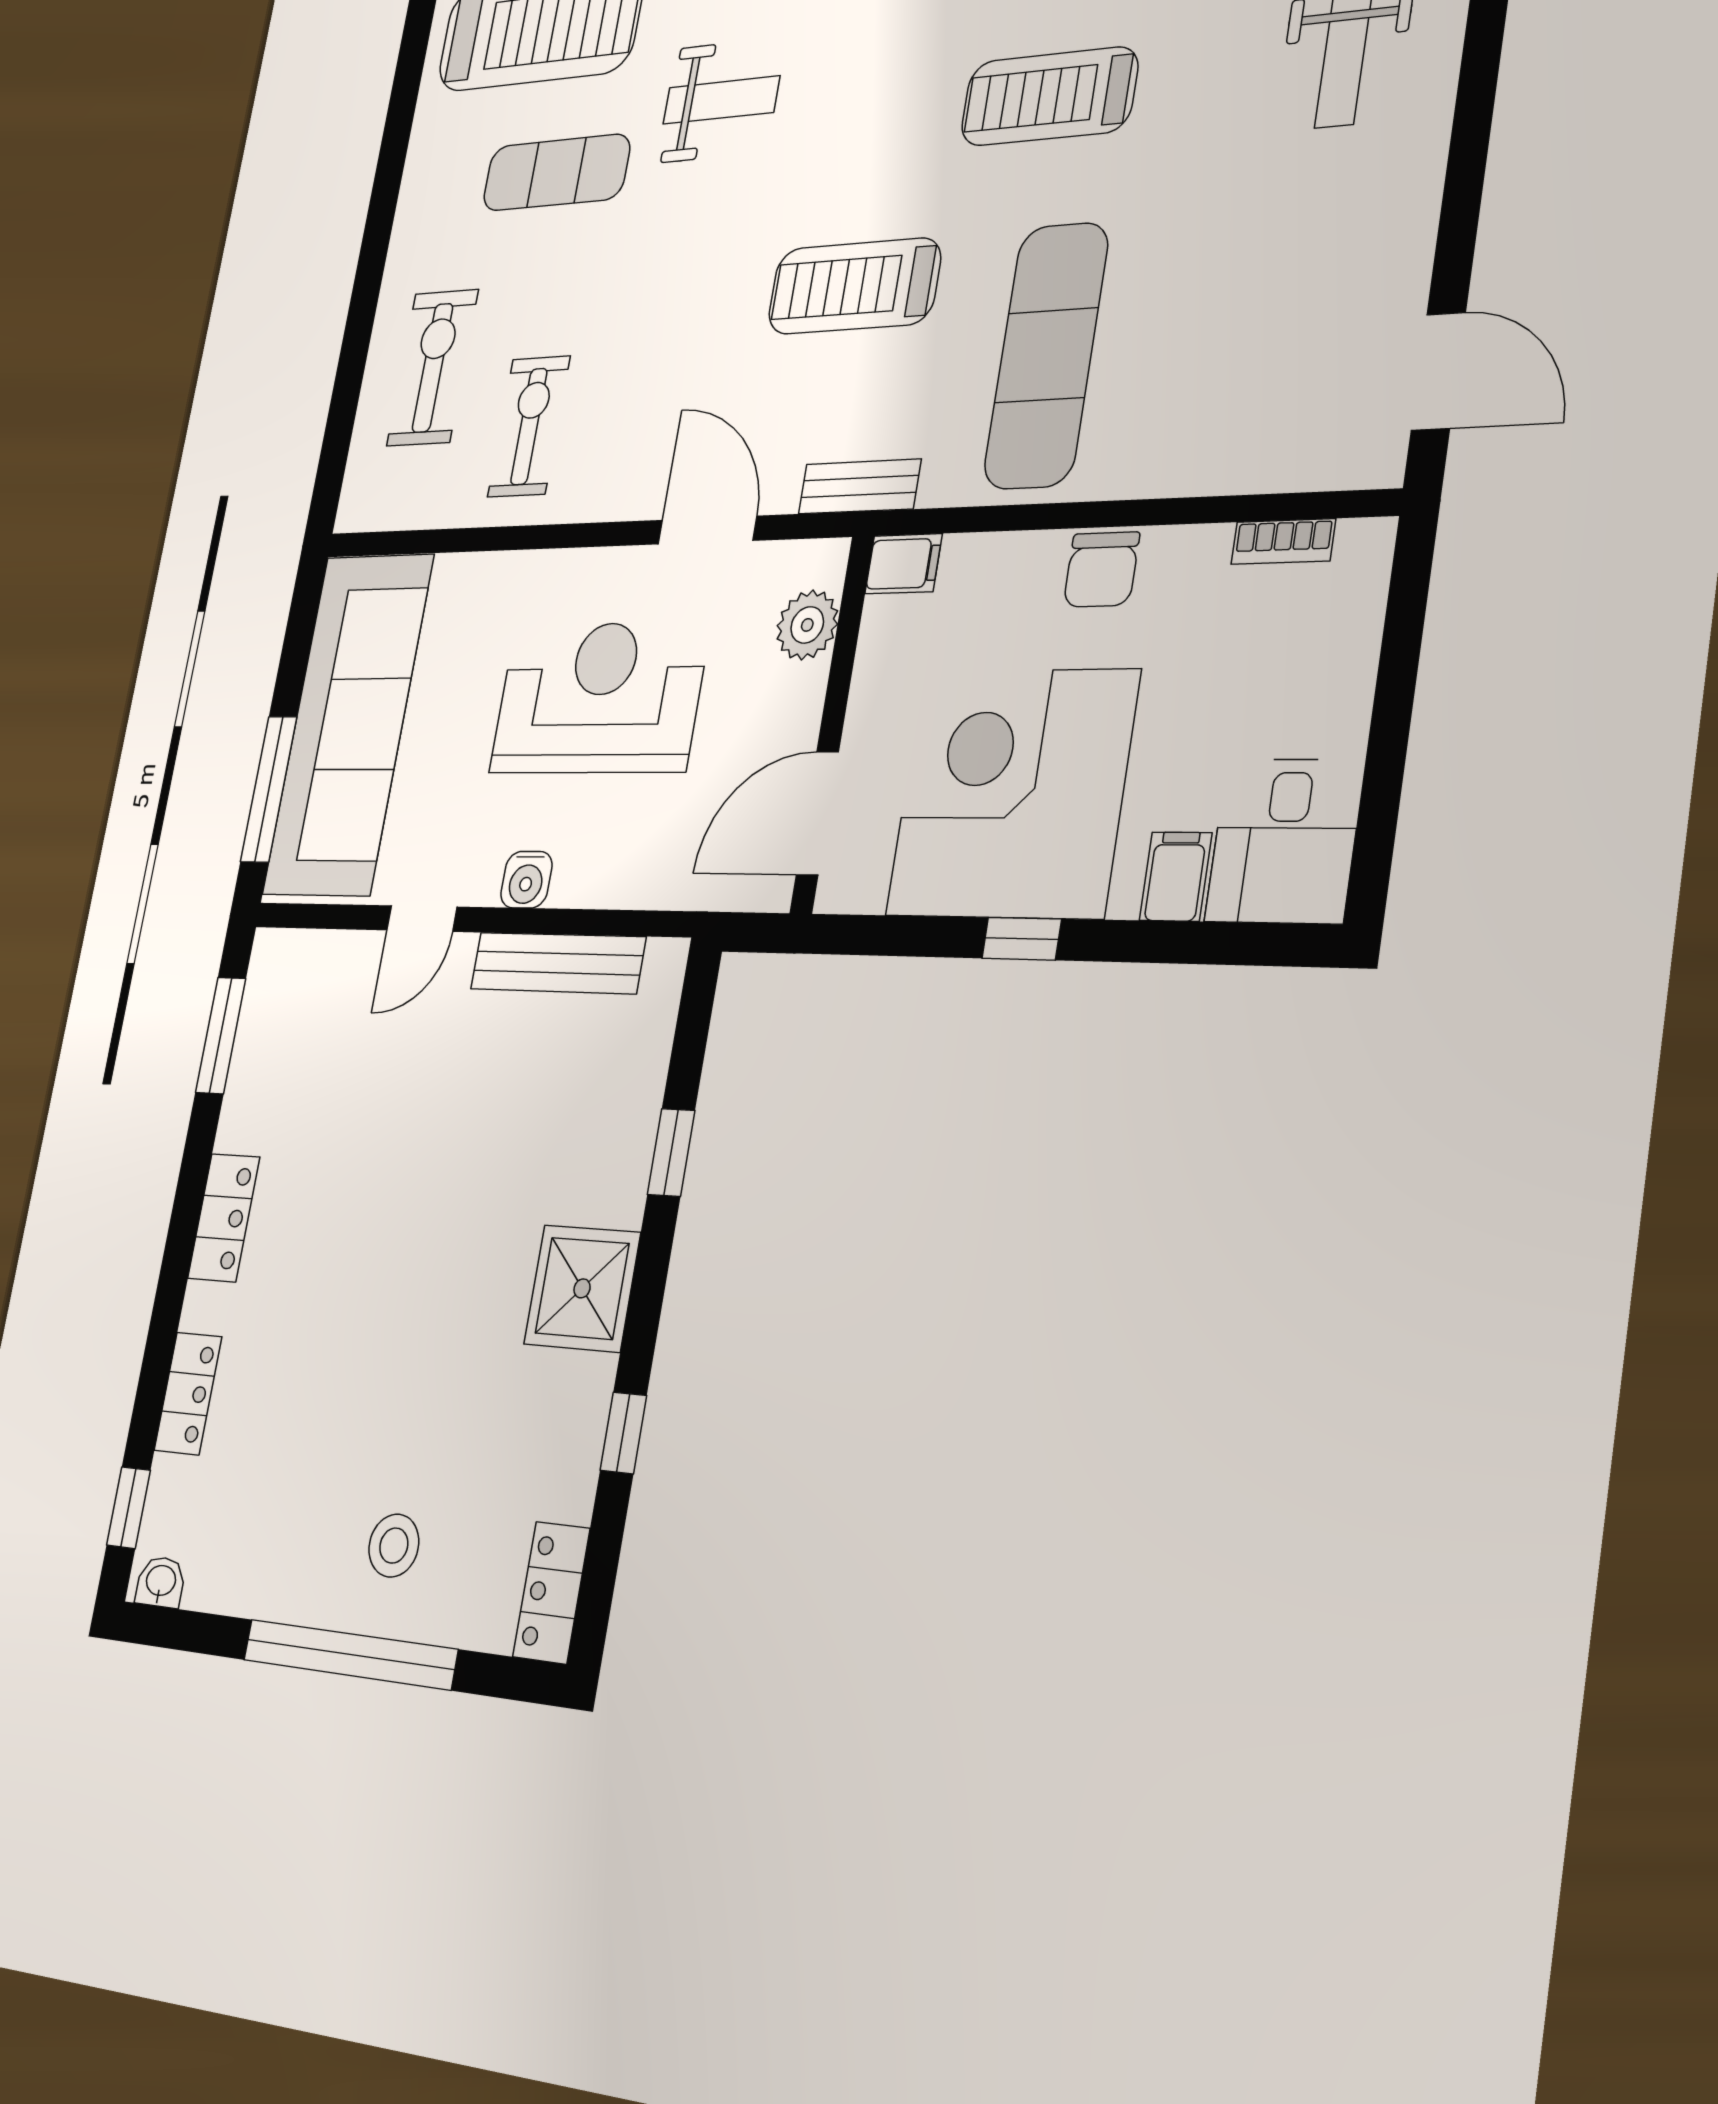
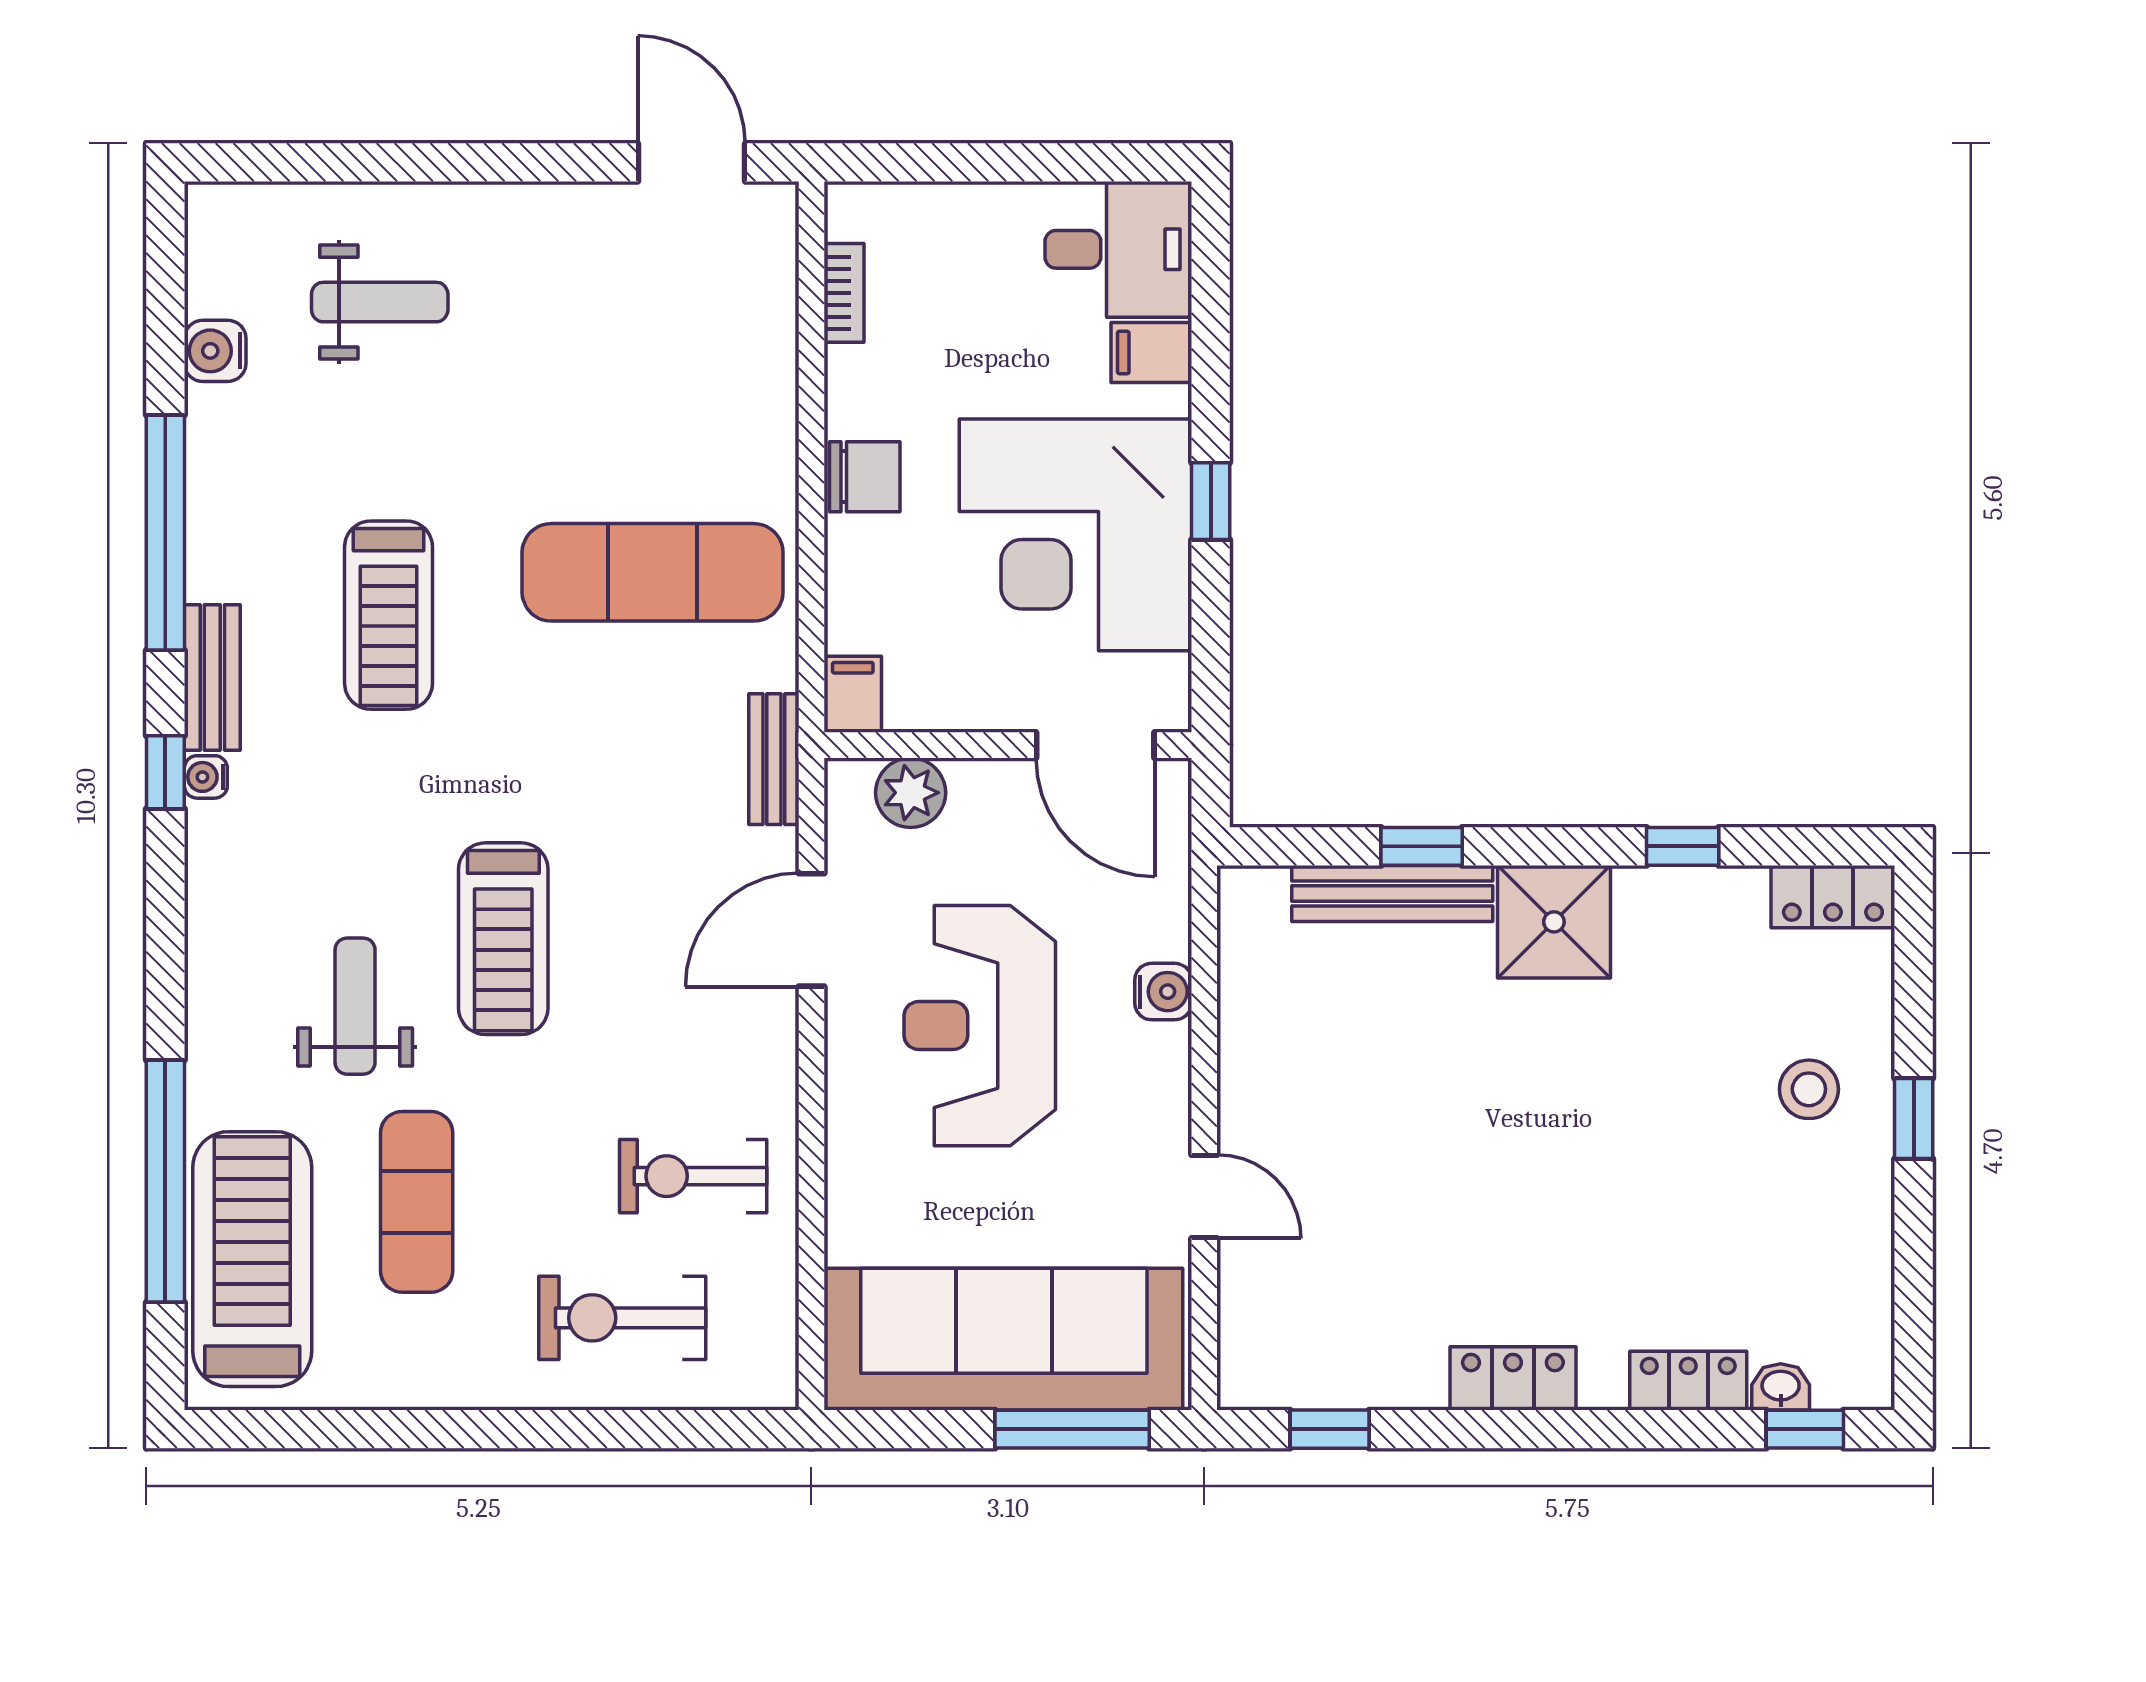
treadmill: (854, 286) -> (503, 939), moved
door: (1438, 371) -> (691, 162), hinge flipped
water cooler: (526, 880) -> (1163, 992), moved
bench: (558, 963) -> (1392, 894), moved, turned 90
window: (221, 1035) -> (1330, 1429), width x0.67
washbasin: (161, 1582) -> (1781, 1387), moved, turned 90
window: (350, 1655) -> (1914, 1118), width x0.32

